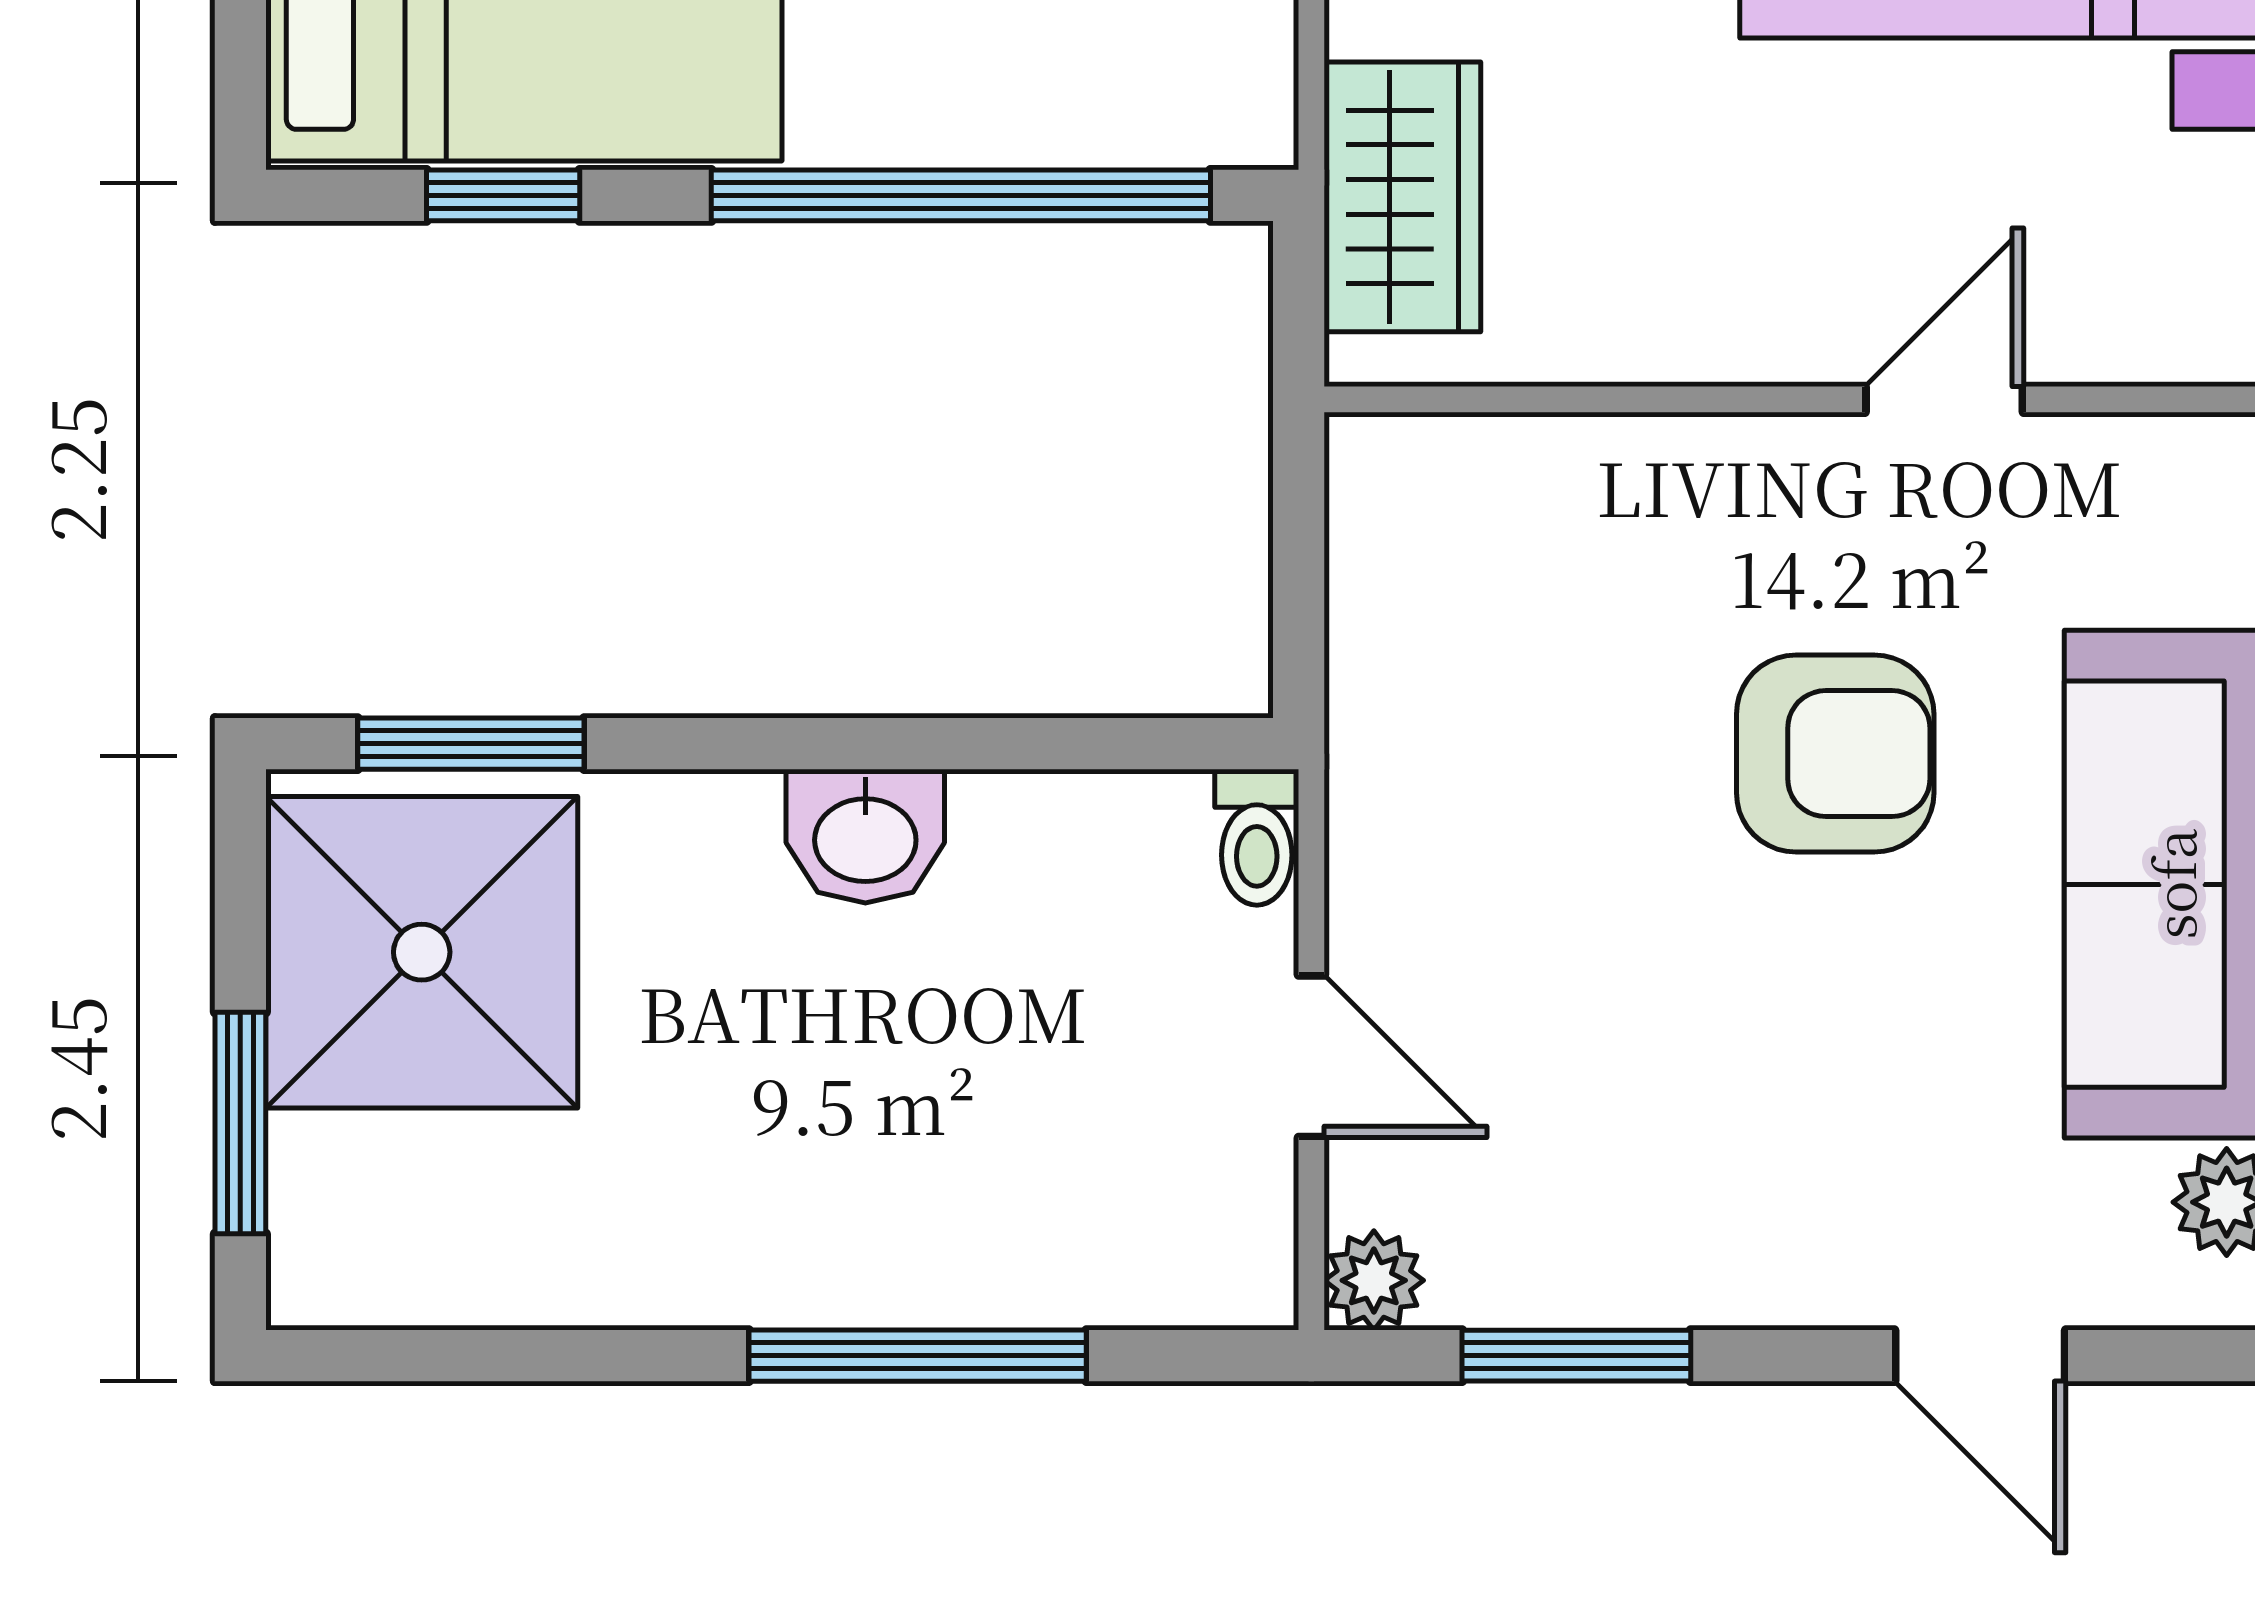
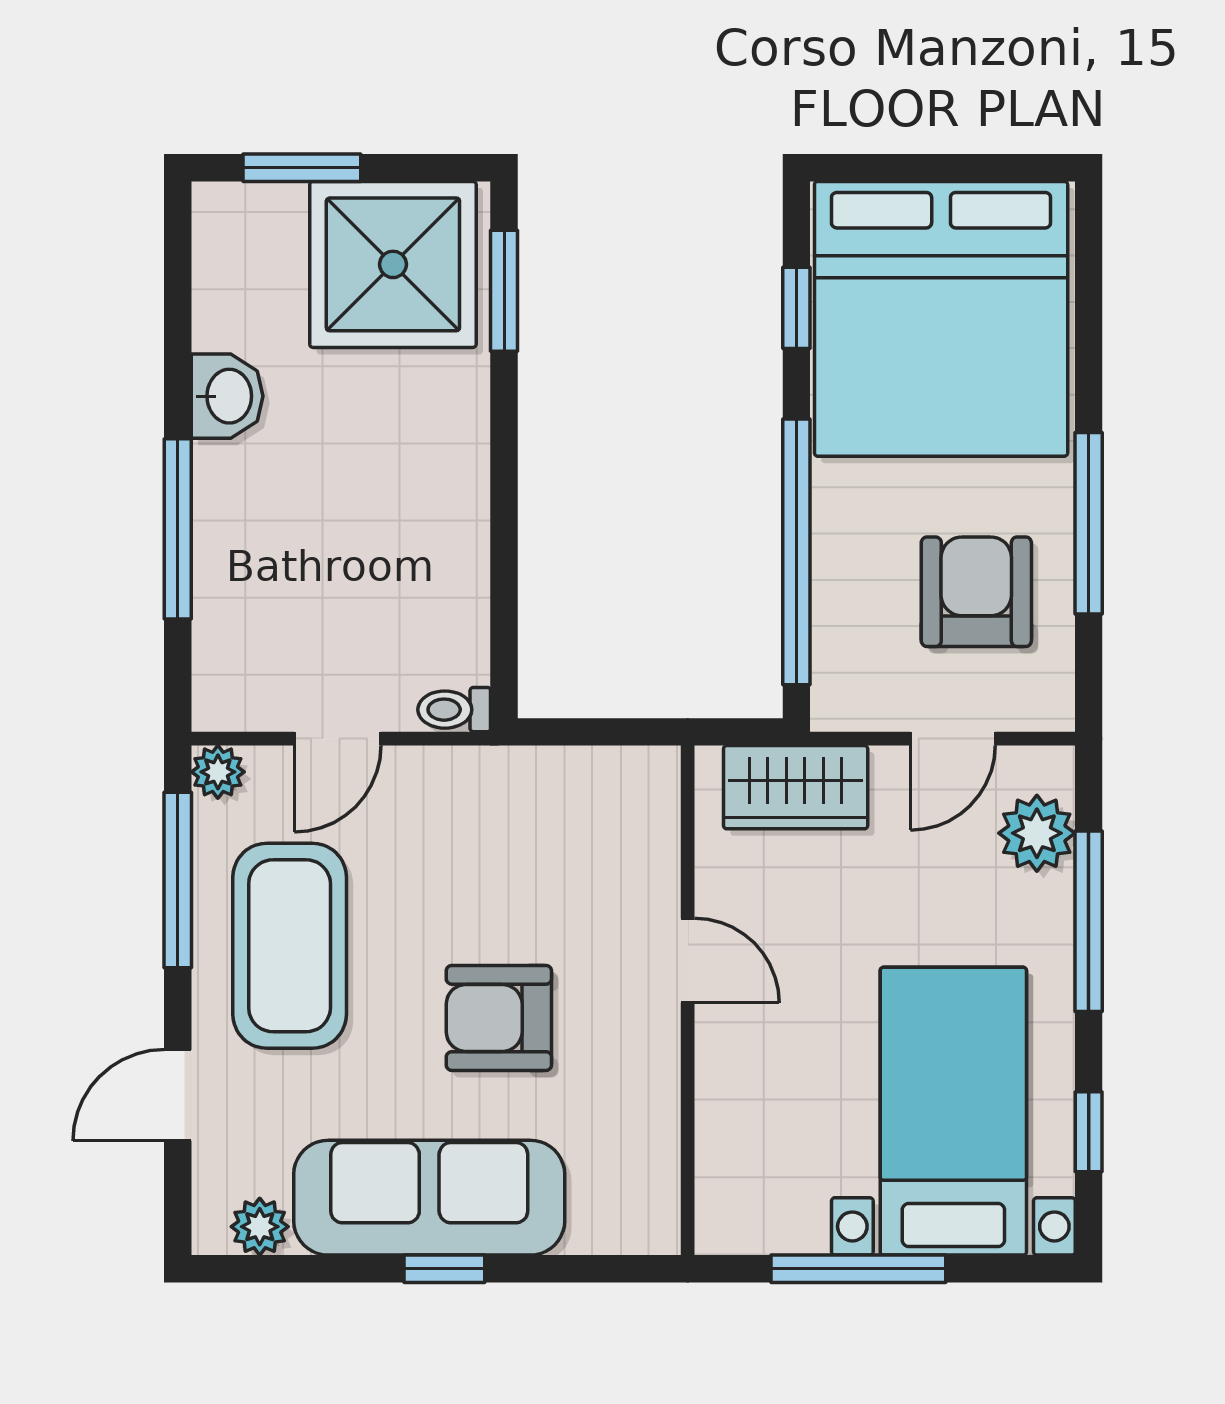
door: (1944, 399) -> (688, 960), moved
armchair: (1835, 754) -> (499, 1018), turned 90
washbasin: (865, 836) -> (227, 396), moved, turned 180
coffee table: (1700, 1146) -> (290, 946), added
window: (1576, 1356) -> (178, 880), width x1.44

